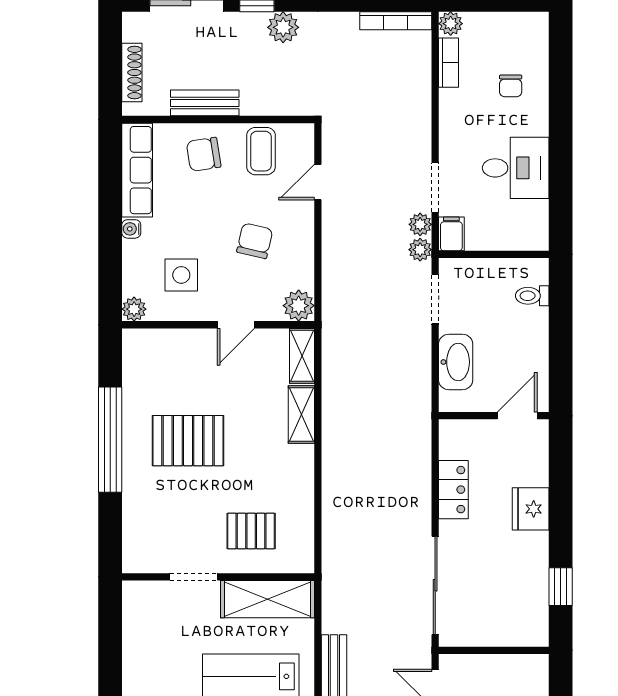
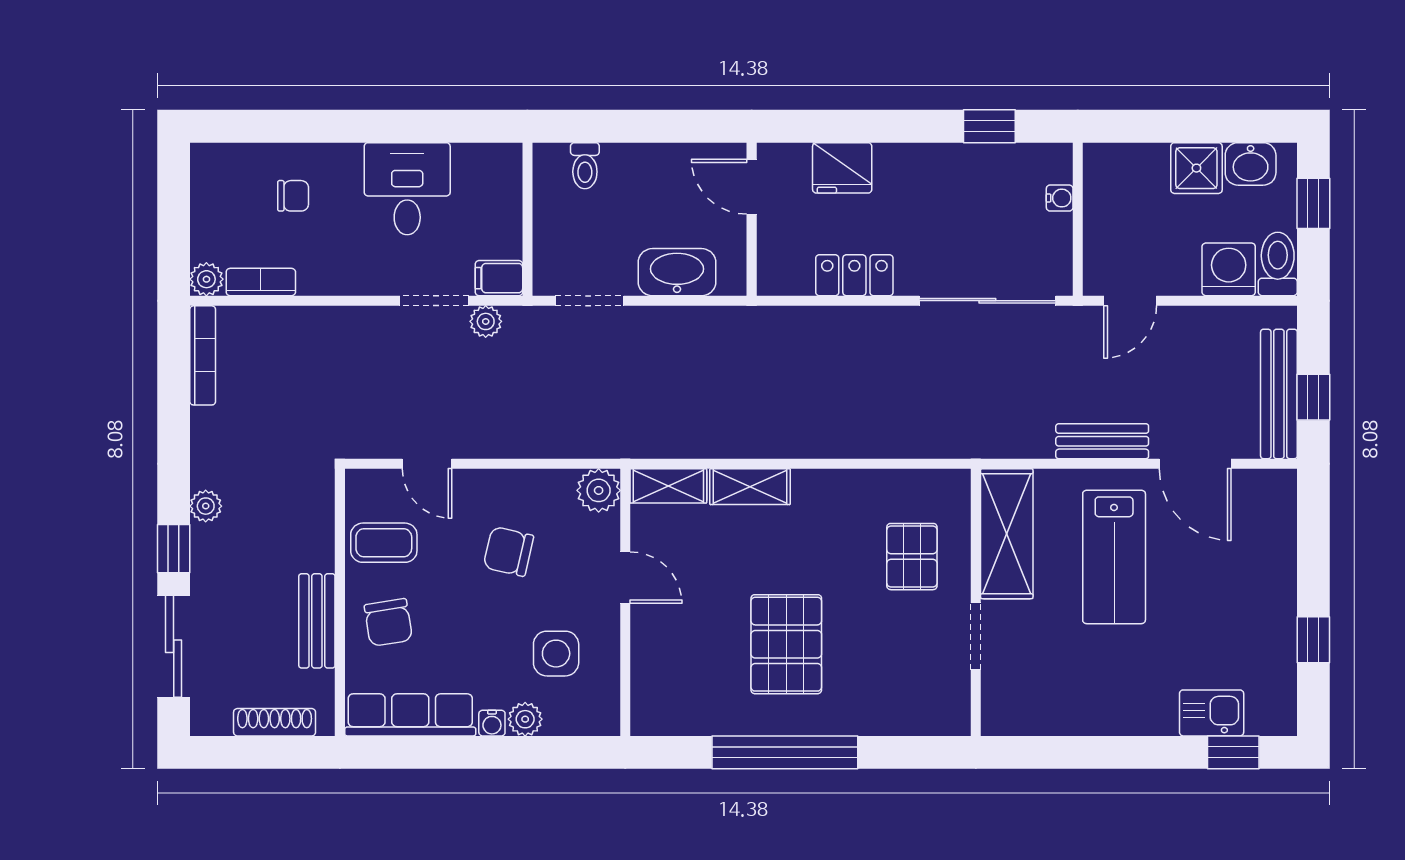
plant: (283, 27) -> (206, 506), width x0.73, depth x0.73
plant: (420, 250) -> (521, 322), removed
plant: (134, 309) -> (525, 719), moved
fridge: (531, 509) -> (842, 168), moved
water cooler: (509, 637) -> (1060, 198), added

